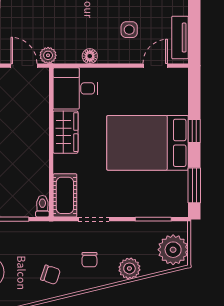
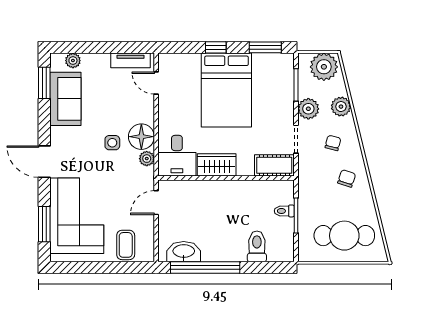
side table: (129, 30) -> (112, 143), moved
plant: (48, 55) -> (147, 159), moved
floor lamp: (90, 56) -> (141, 137), width x1.89, depth x1.89
toilet: (42, 206) -> (284, 211), moved
plant: (127, 233) -> (308, 109), added
chair: (89, 260) -> (333, 143), turned -76

